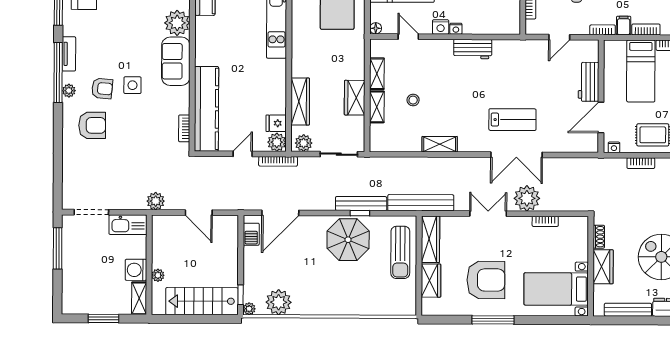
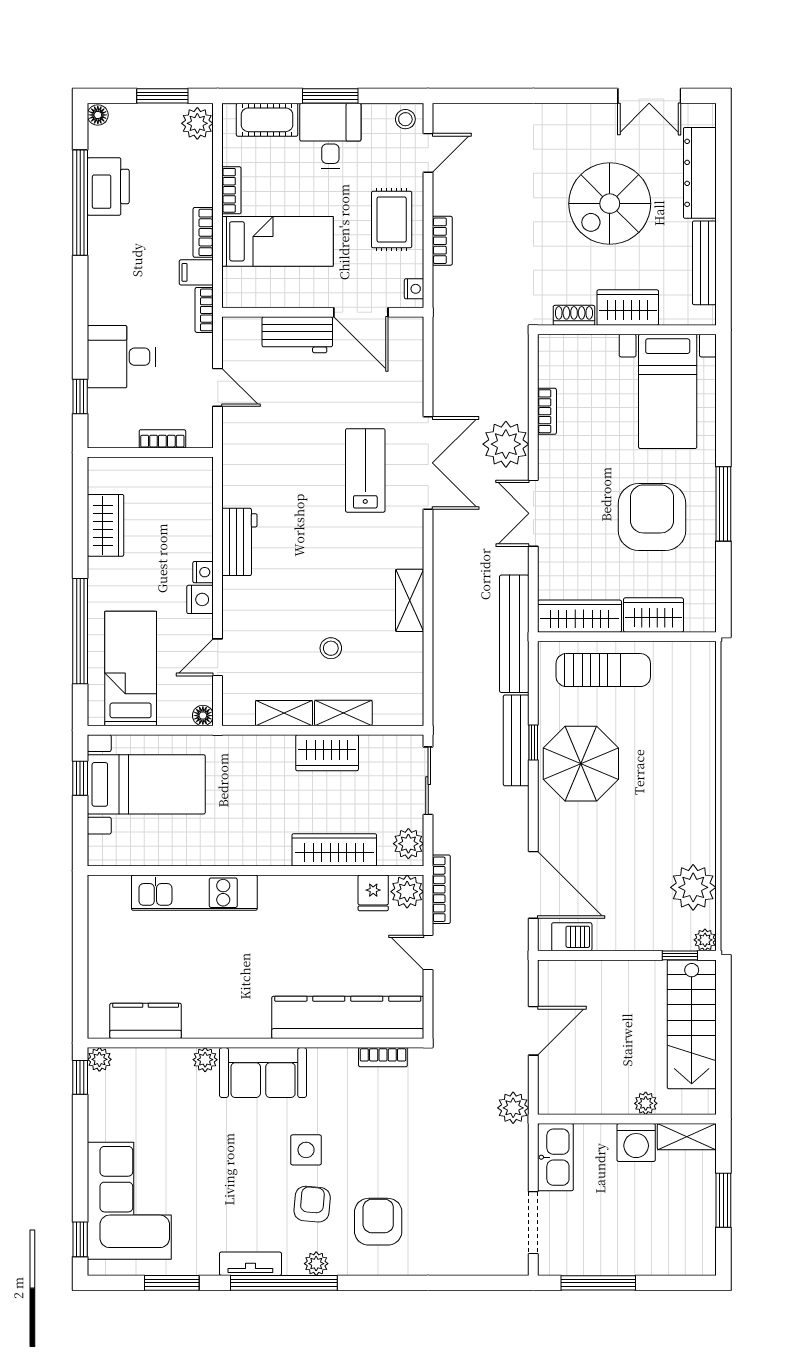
plant: (177, 23) -> (205, 1060), width x0.53, depth x0.53

